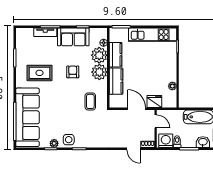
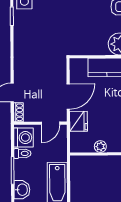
coffee table: (90, 101) -> (78, 32), removed

